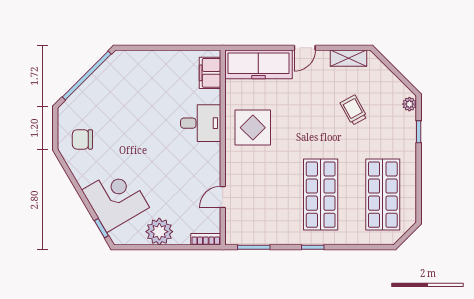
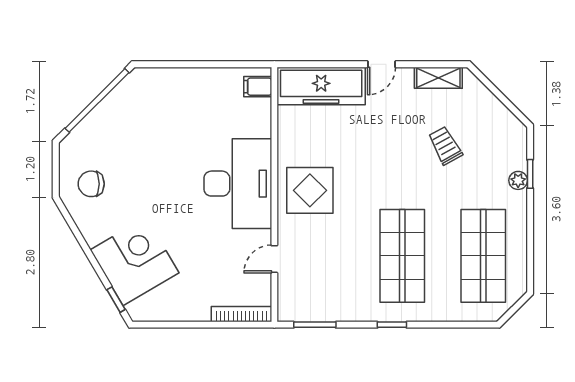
filing cabinet: (210, 73) -> (258, 87), width x0.50
plant: (409, 104) -> (518, 180), moved
desk: (201, 123) -> (238, 184), width x1.87, depth x1.30
display table: (253, 128) -> (310, 190), moved
plant: (159, 232) -> (192, 304), removed
bookcase: (206, 239) -> (241, 314), width x1.56

